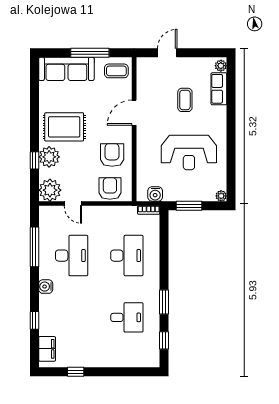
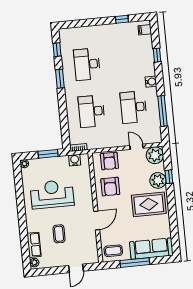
desk: (127, 317) -> (87, 64), width x1.37
filing cabinet: (47, 349) -> (145, 30), width x0.50

